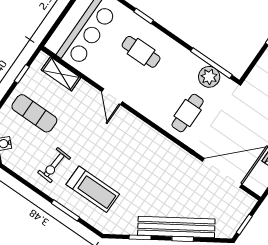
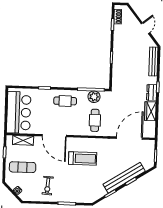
cafe table: (141, 52) -> (65, 101), moved
door: (112, 97) -> (54, 136), width x1.88
treadmill: (93, 189) -> (83, 158), moved

